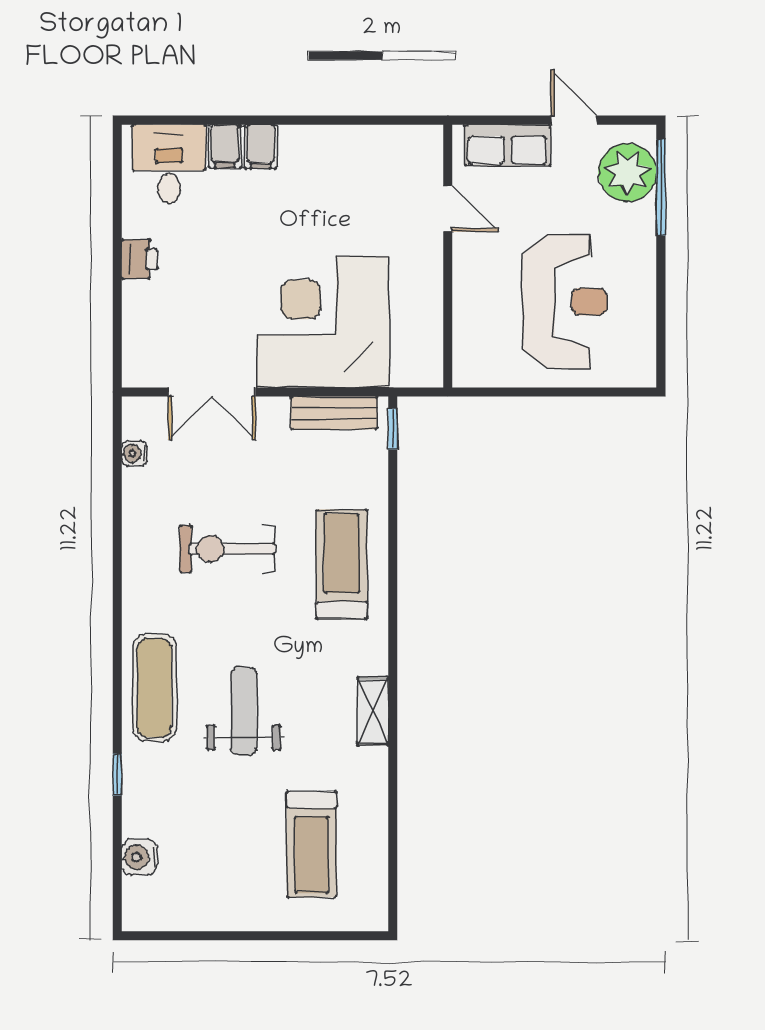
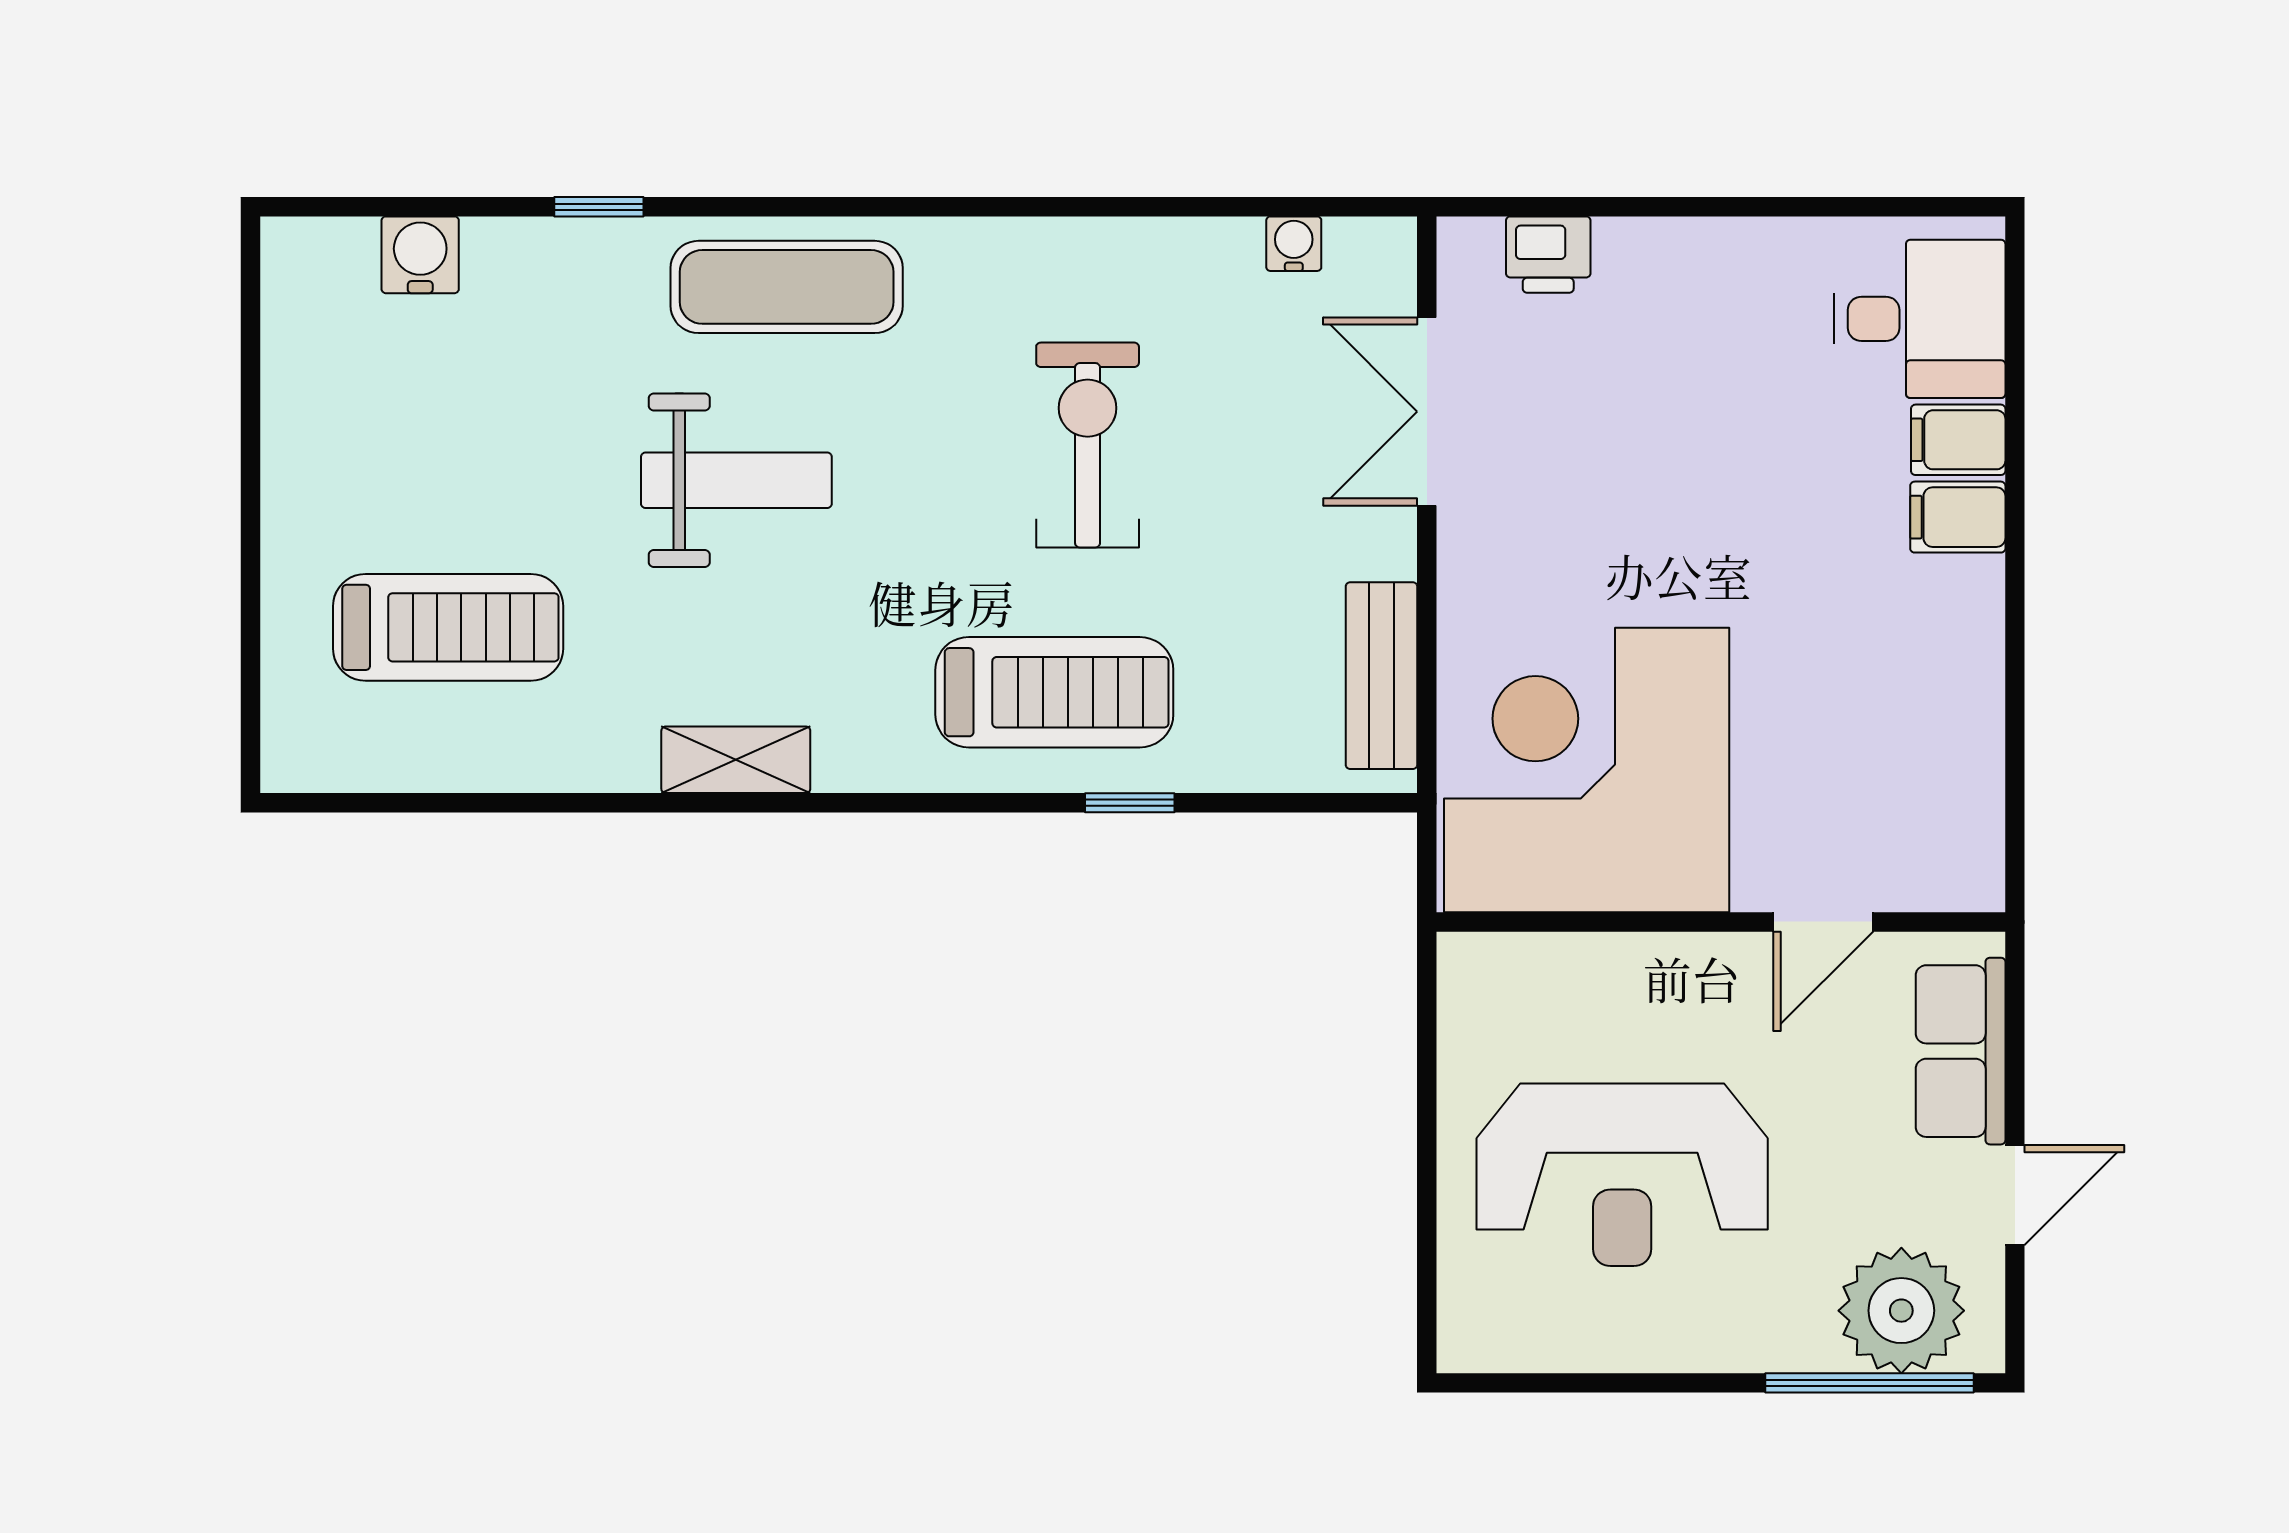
printer: (139, 259) -> (1548, 255), moved
corner desk: (323, 322) -> (1587, 770), moved, turned -90
window: (393, 429) -> (1130, 803), moved
treadmill: (312, 844) -> (448, 627), turned 180

